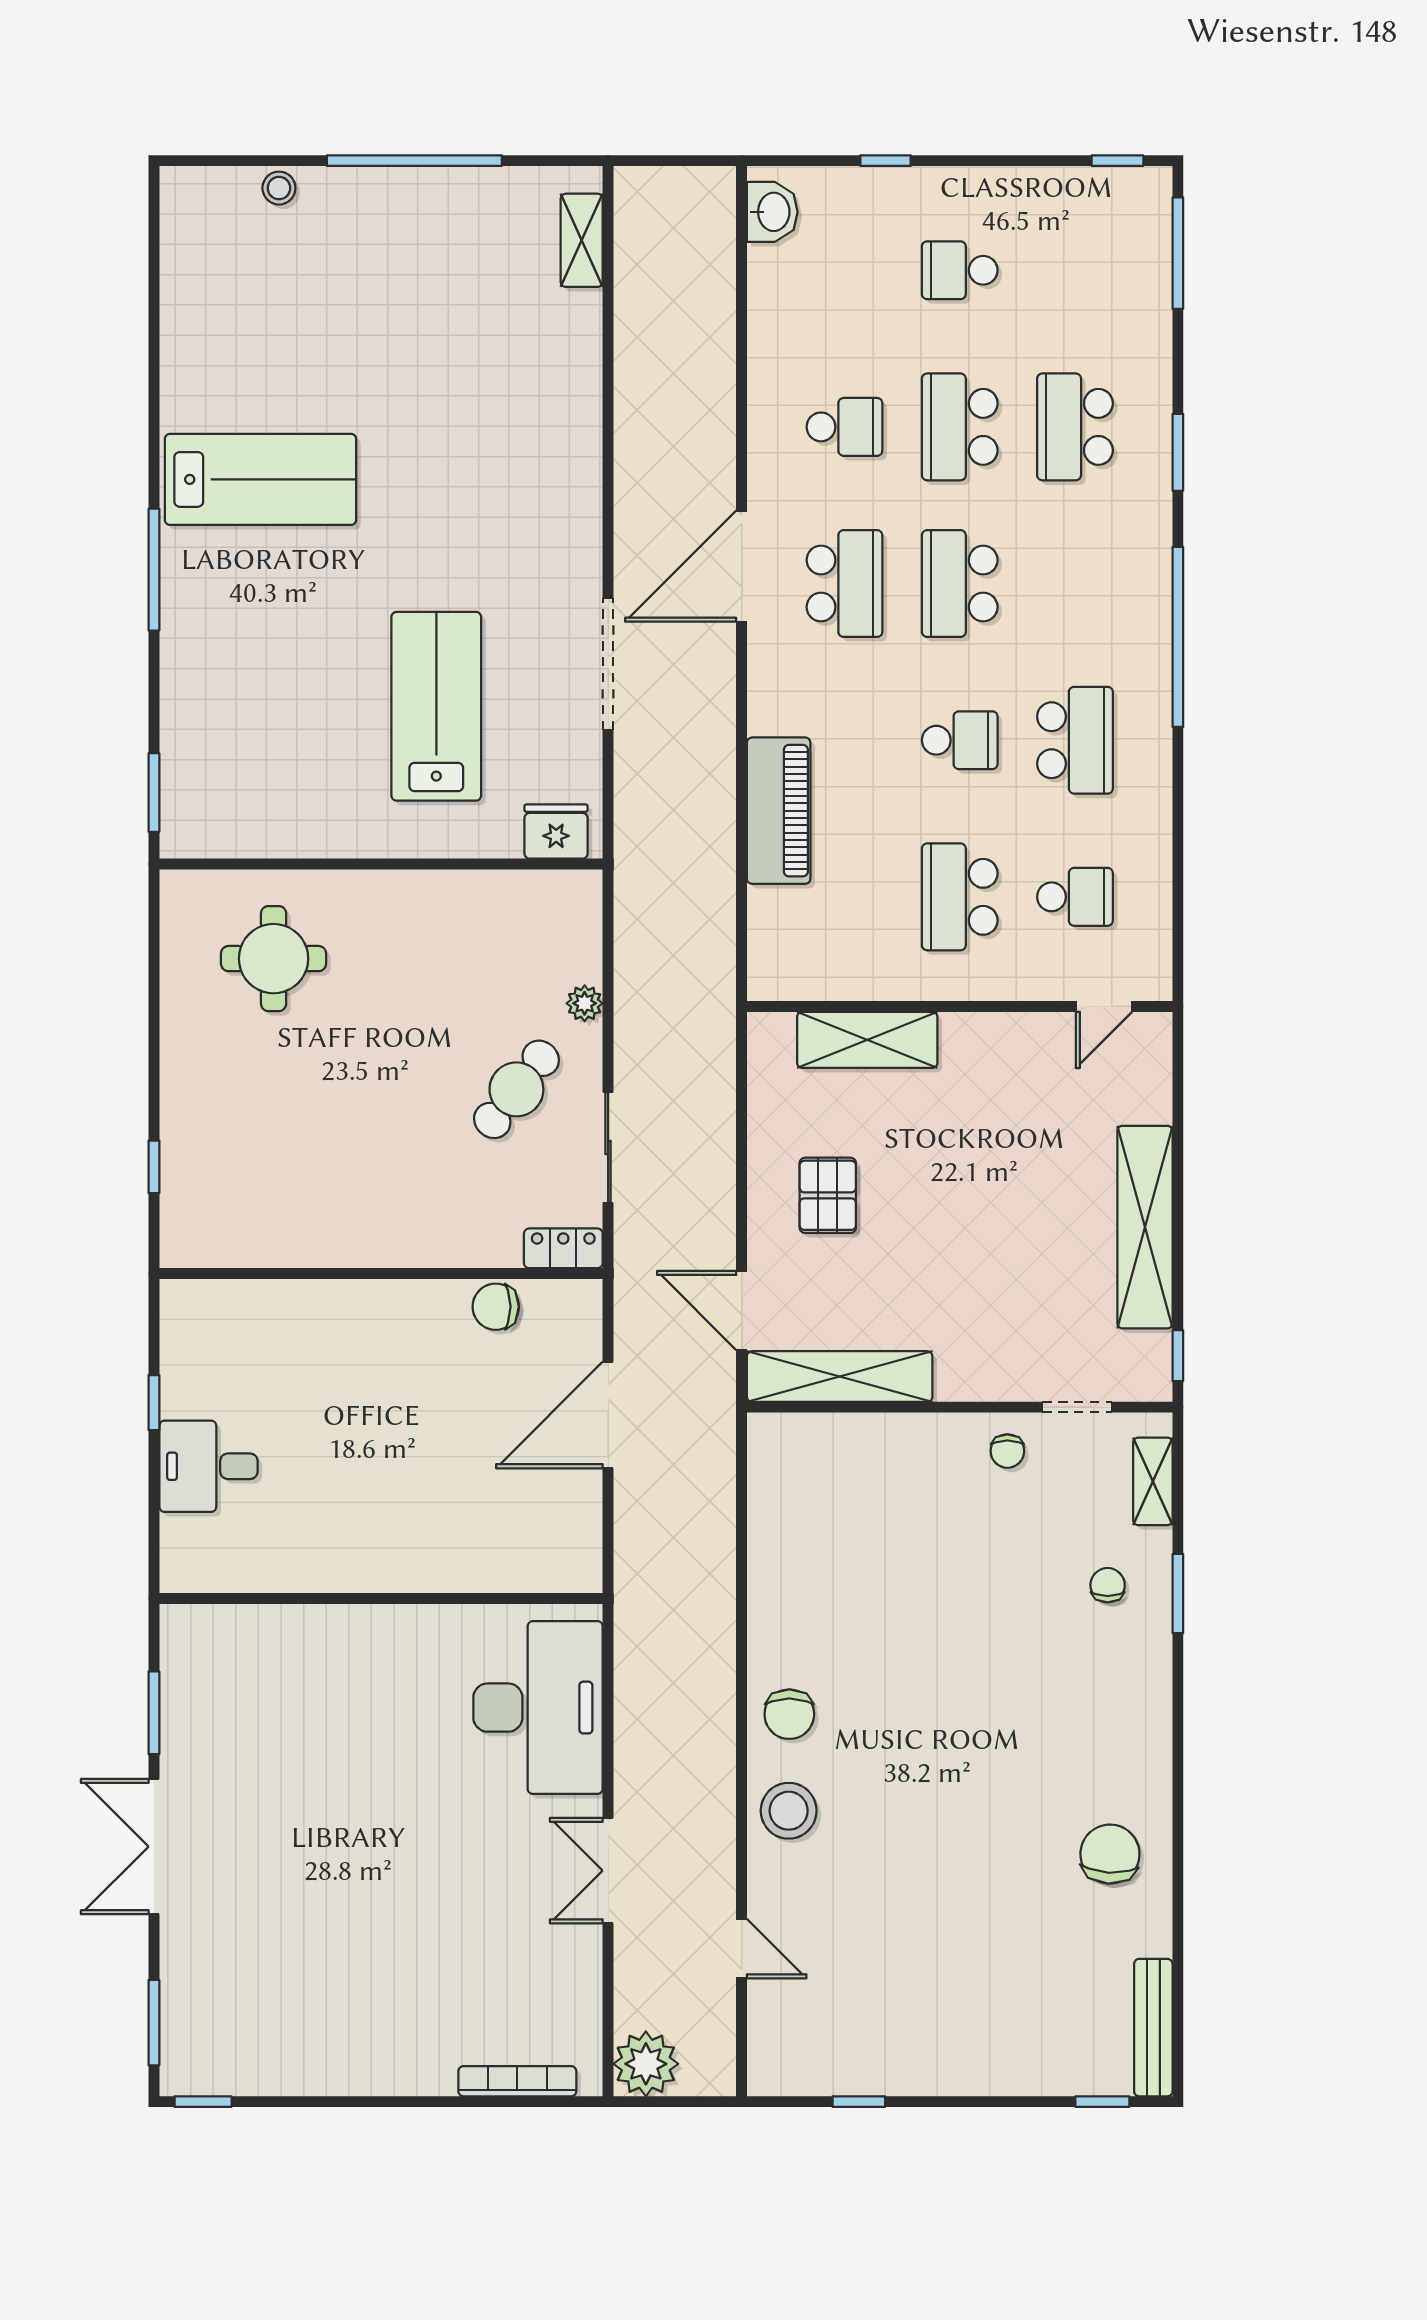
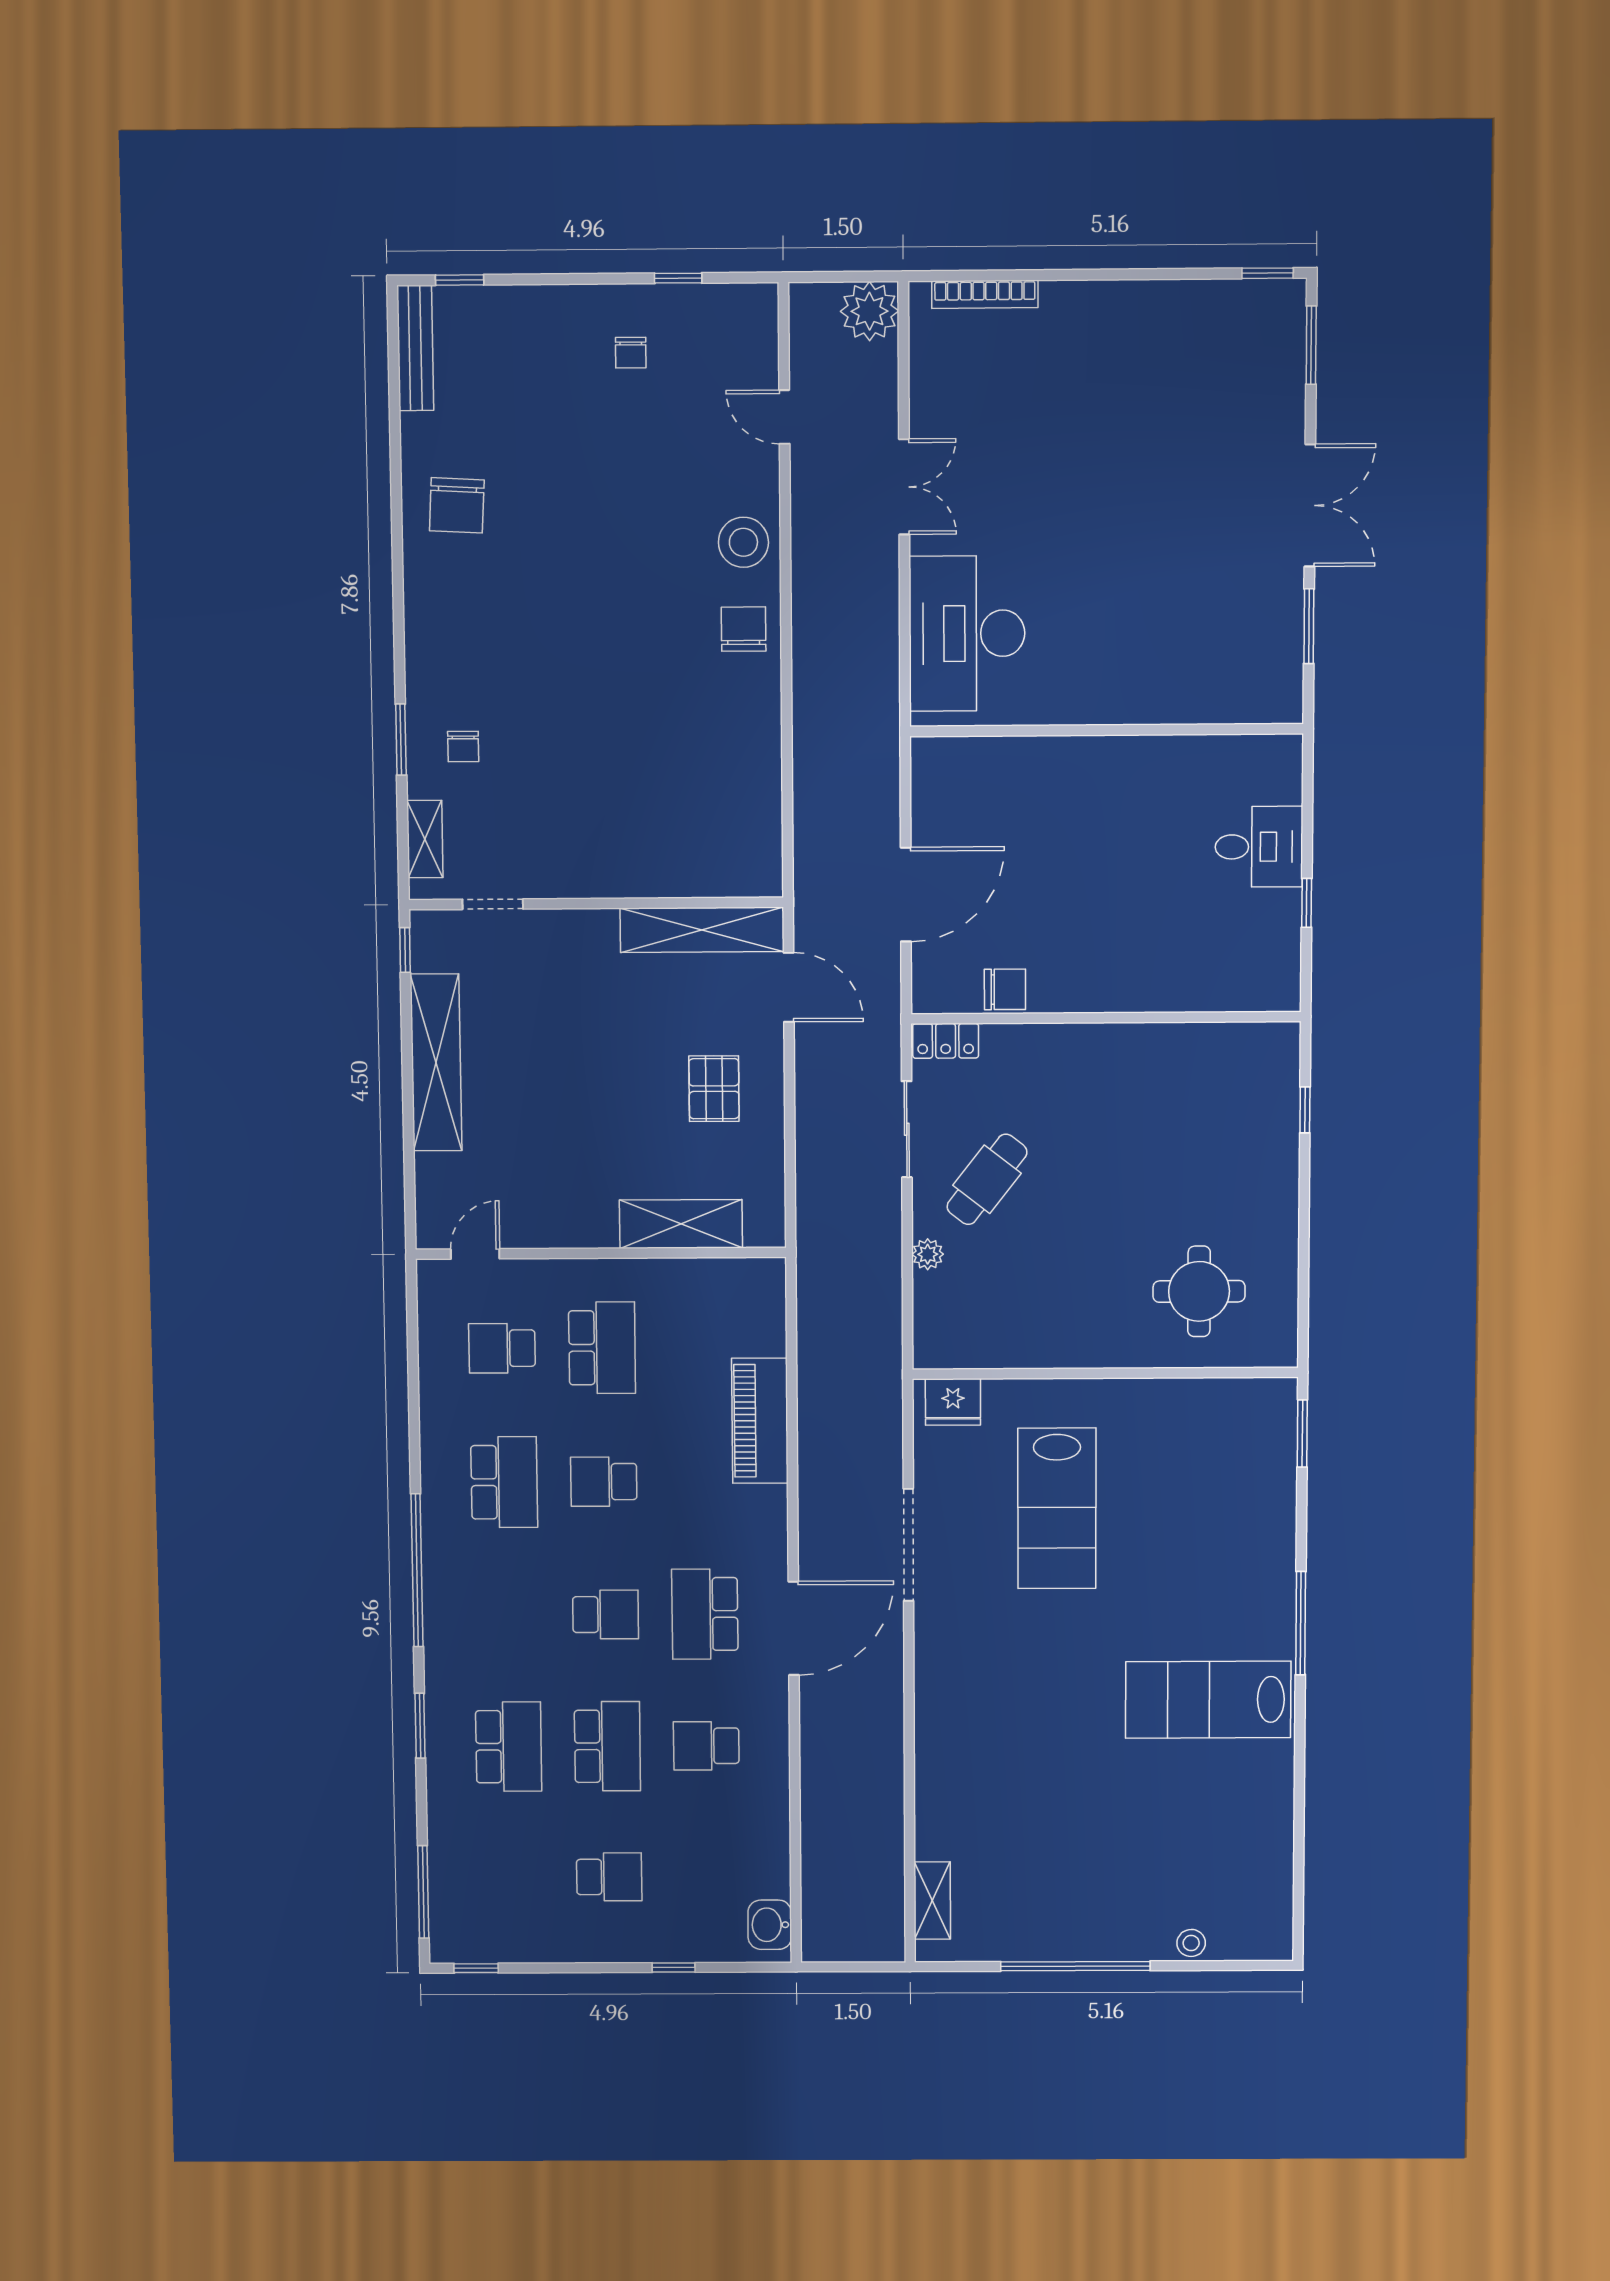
school desk: (960, 584) -> (606, 1614), width x0.54
school desk: (1075, 740) -> (504, 1482), turned 180
chair: (1007, 1451) -> (631, 353), moved, turned 180

